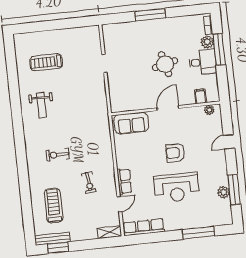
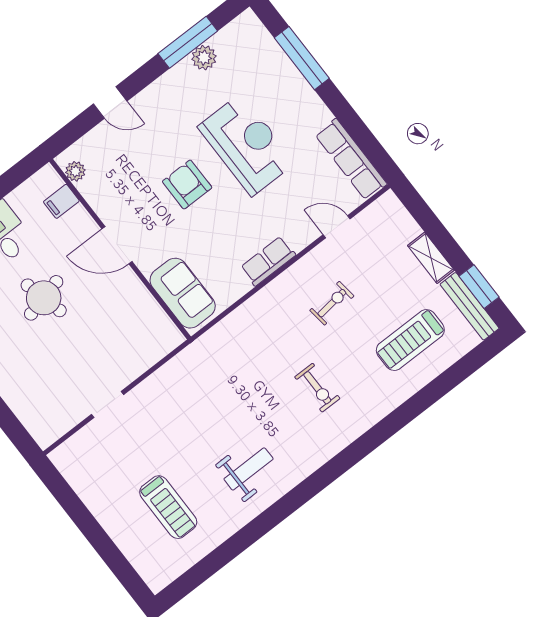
armchair: (175, 153) -> (187, 185), turned 180
row of seats: (124, 181) -> (268, 261), moved
shelving: (109, 232) -> (431, 258), moved

